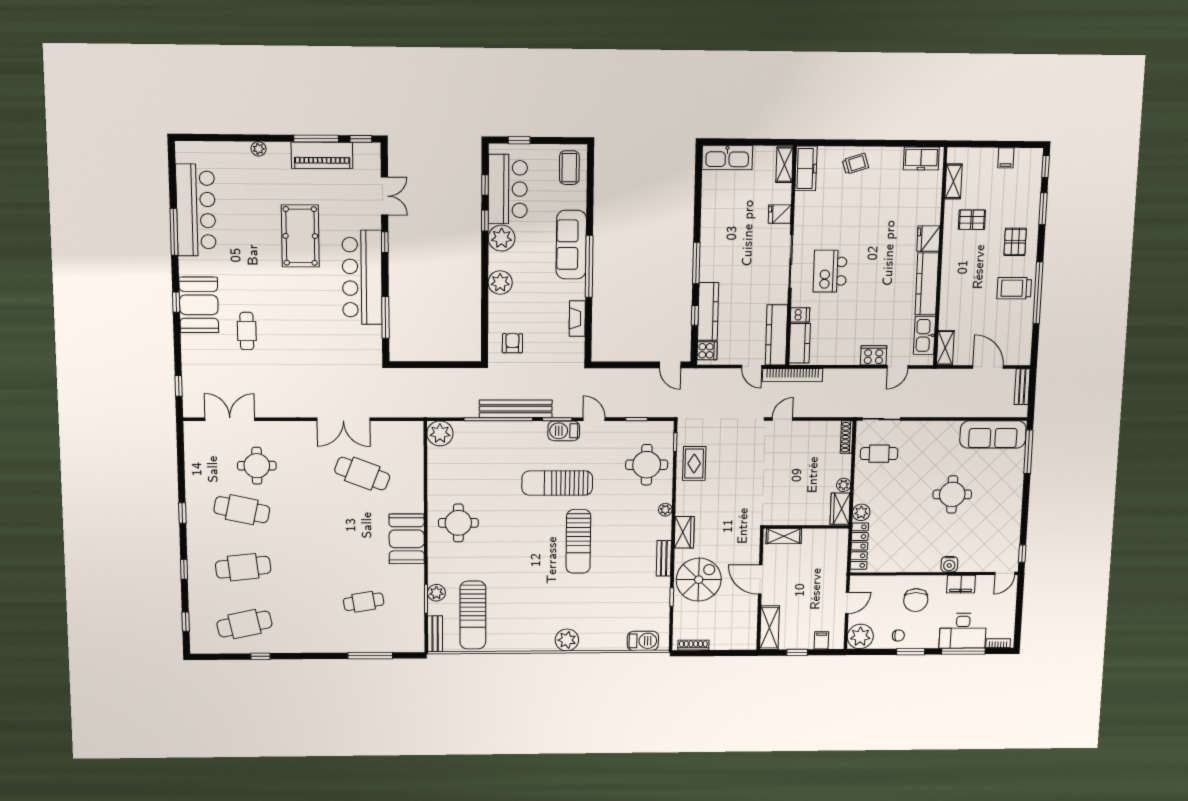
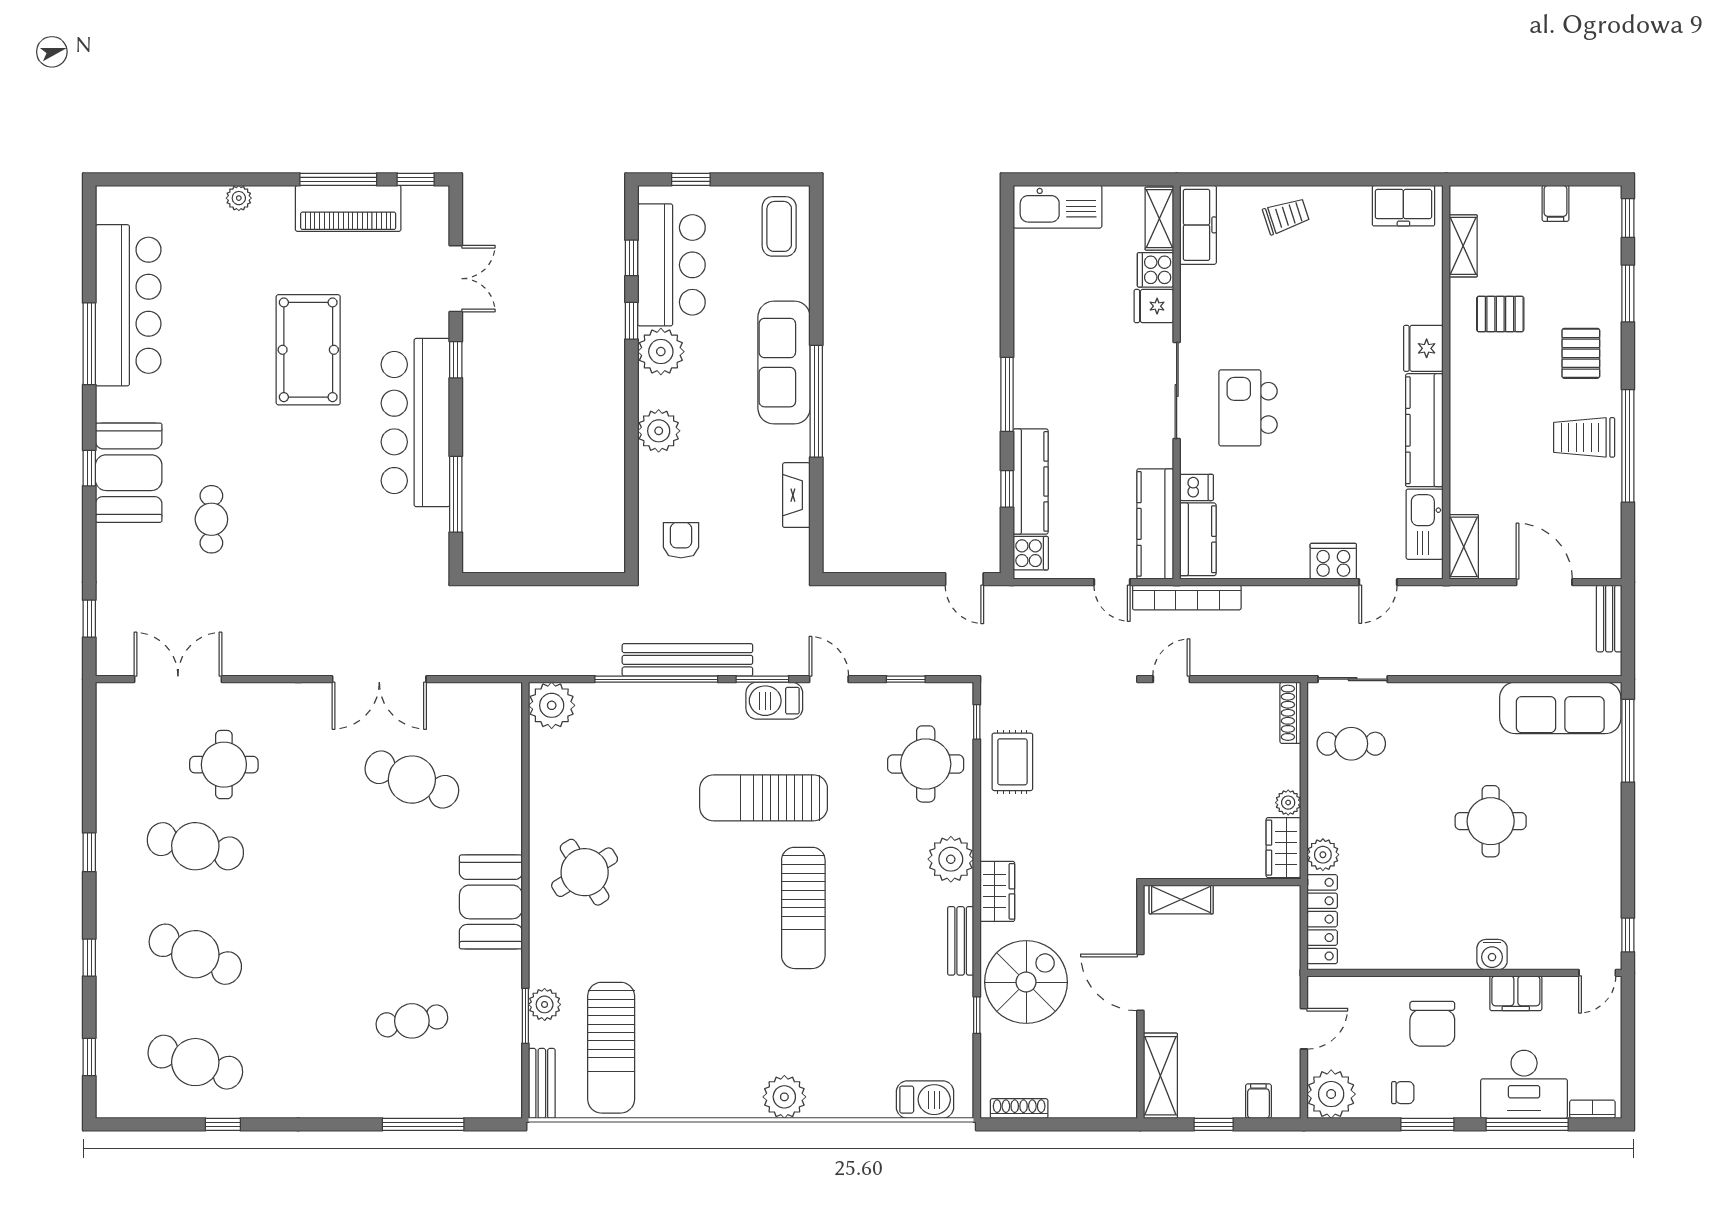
cooker: (781, 194) -> (1155, 270), added
plant: (665, 510) -> (951, 859), width x1.87, depth x1.87
round table: (458, 523) -> (585, 872), turned -32
cafe table: (243, 567) -> (195, 954), turned 30
cafe table: (244, 624) -> (195, 1062), turned 30

